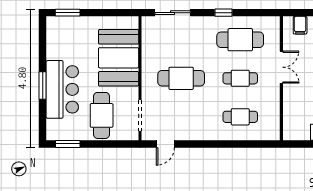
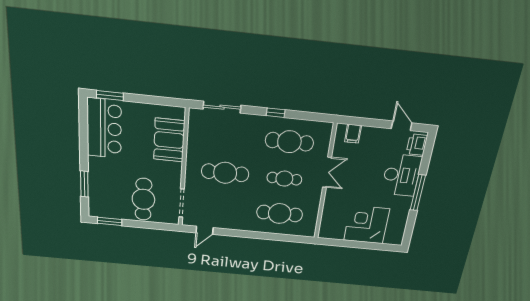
booth: (119, 58) -> (169, 140), width x0.73, depth x0.70
window: (43, 85) -> (84, 184), moved
bar counter: (62, 89) -> (104, 128), moved
cafe table: (240, 117) -> (280, 214), width x1.37, depth x1.35

